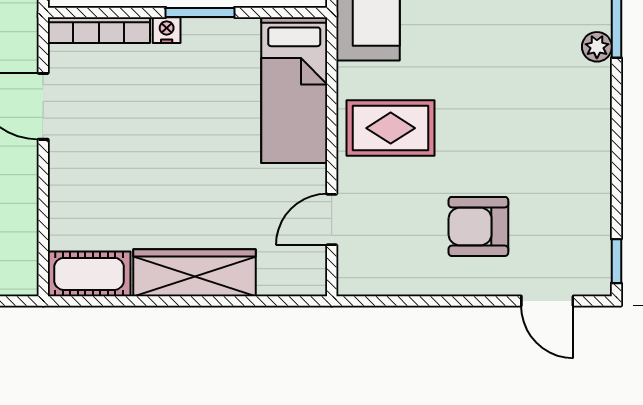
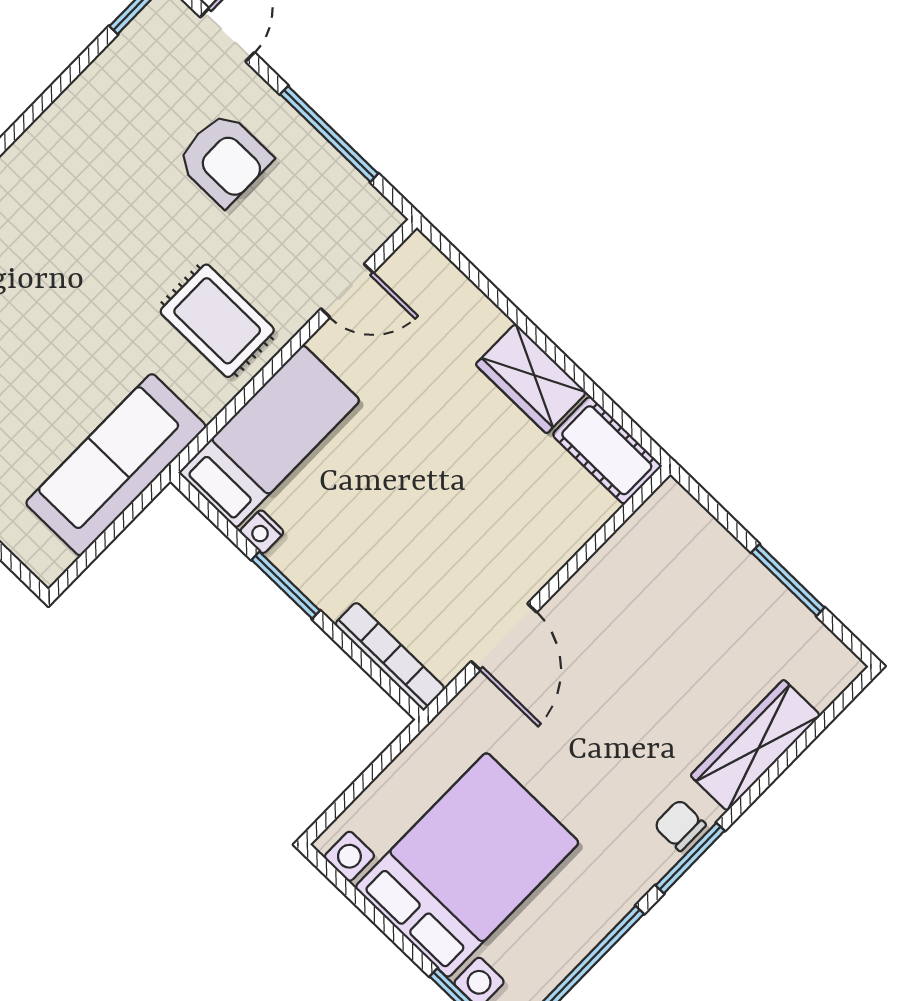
nightstand: (167, 30) -> (262, 532), moved
wardrobe: (195, 273) -> (531, 379), width x0.67
window: (431, 301) -> (329, 134), added

